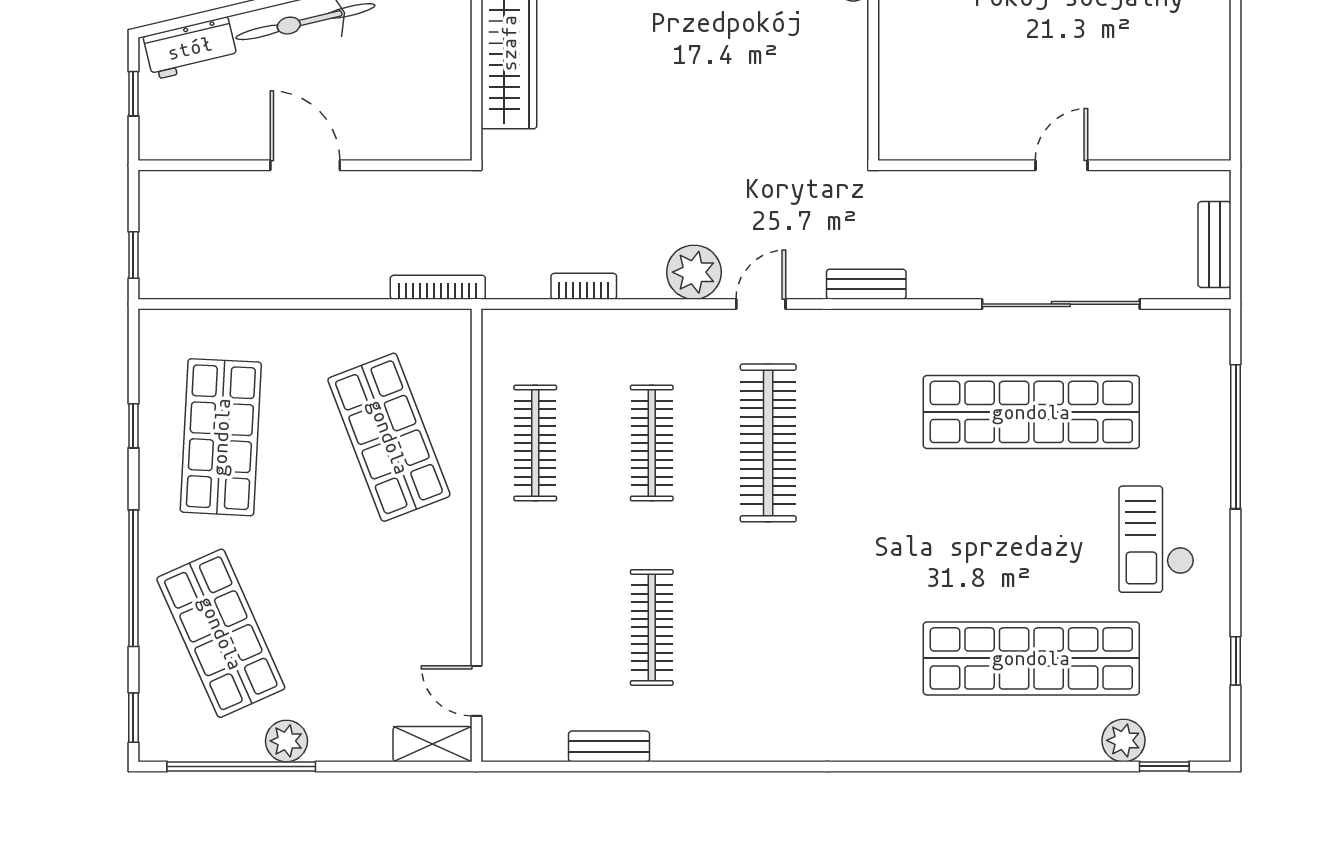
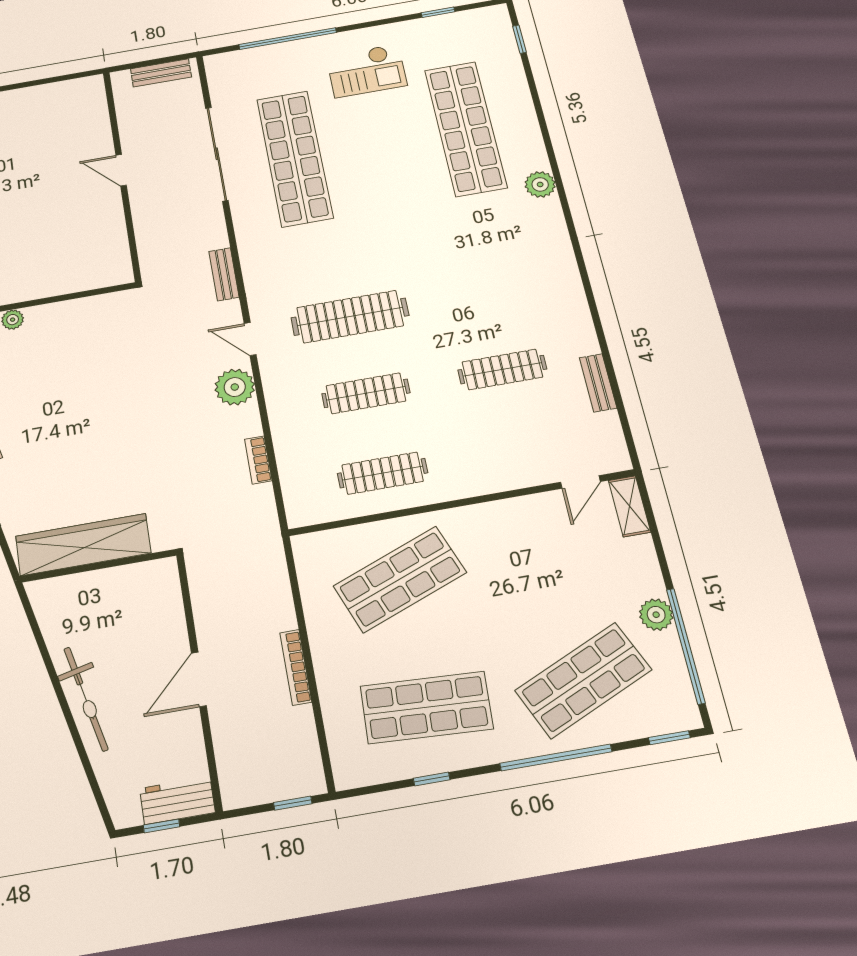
workbench: (190, 48) -> (177, 800), moved, turned -77
bookcase: (438, 287) -> (296, 667), moved
plant: (1123, 740) -> (540, 184), moved

